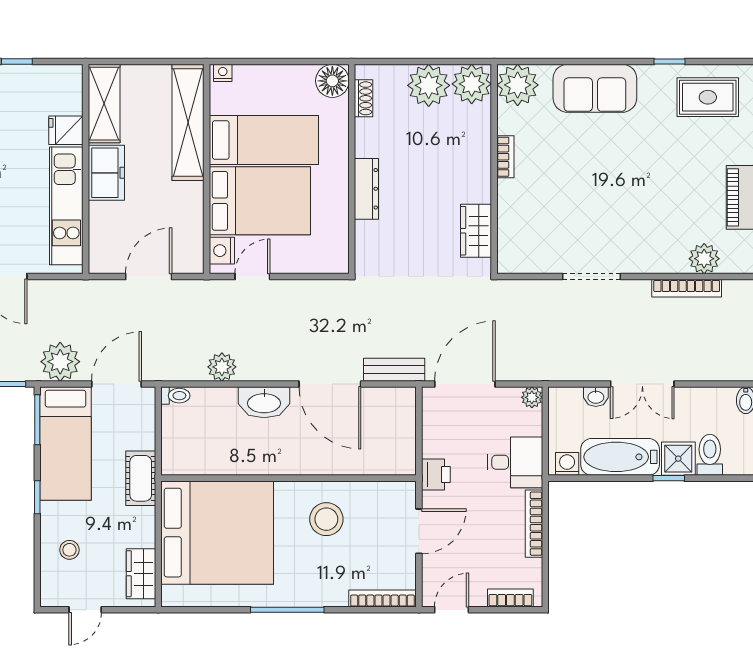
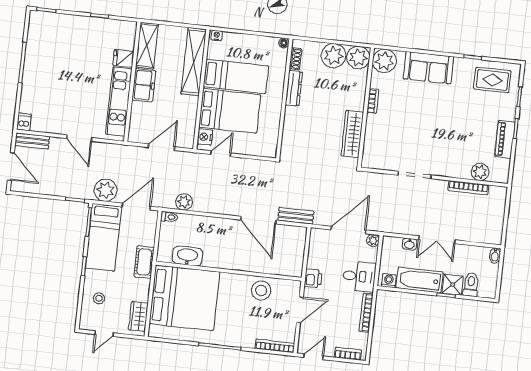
floor lamp: (332, 81) -> (284, 43), width x0.53, depth x0.53
dresser: (366, 189) -> (294, 88), moved
wardrobe: (476, 231) -> (352, 134), width x1.50
plant: (222, 367) -> (184, 202), moved
door: (465, 384) -> (349, 230), moved
washbasin: (264, 402) -> (187, 256), moved, turned 180
stool: (326, 519) -> (261, 290), moved

